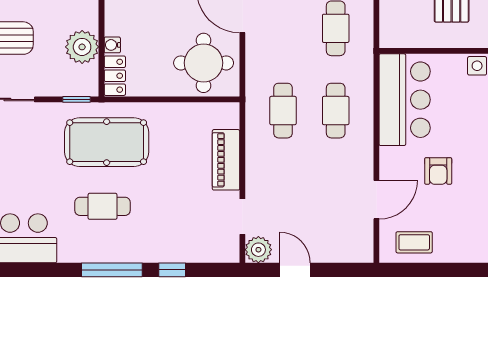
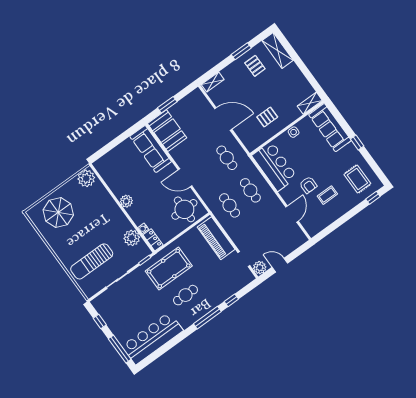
piano: (226, 160) -> (216, 238), width x1.37, depth x1.33
coffee table: (414, 242) -> (327, 195), moved

